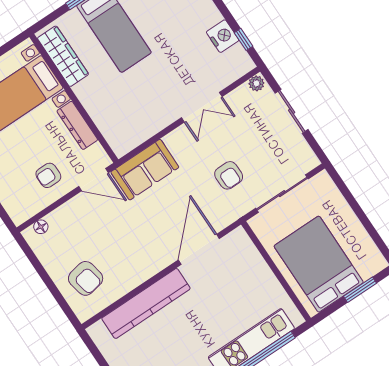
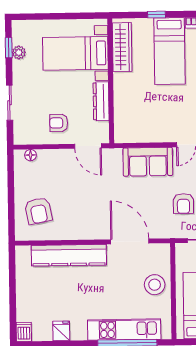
sofa: (145, 170) -> (148, 162), moved
door: (199, 249) -> (130, 241), hinge flipped
stool: (253, 277) -> (155, 285), added

